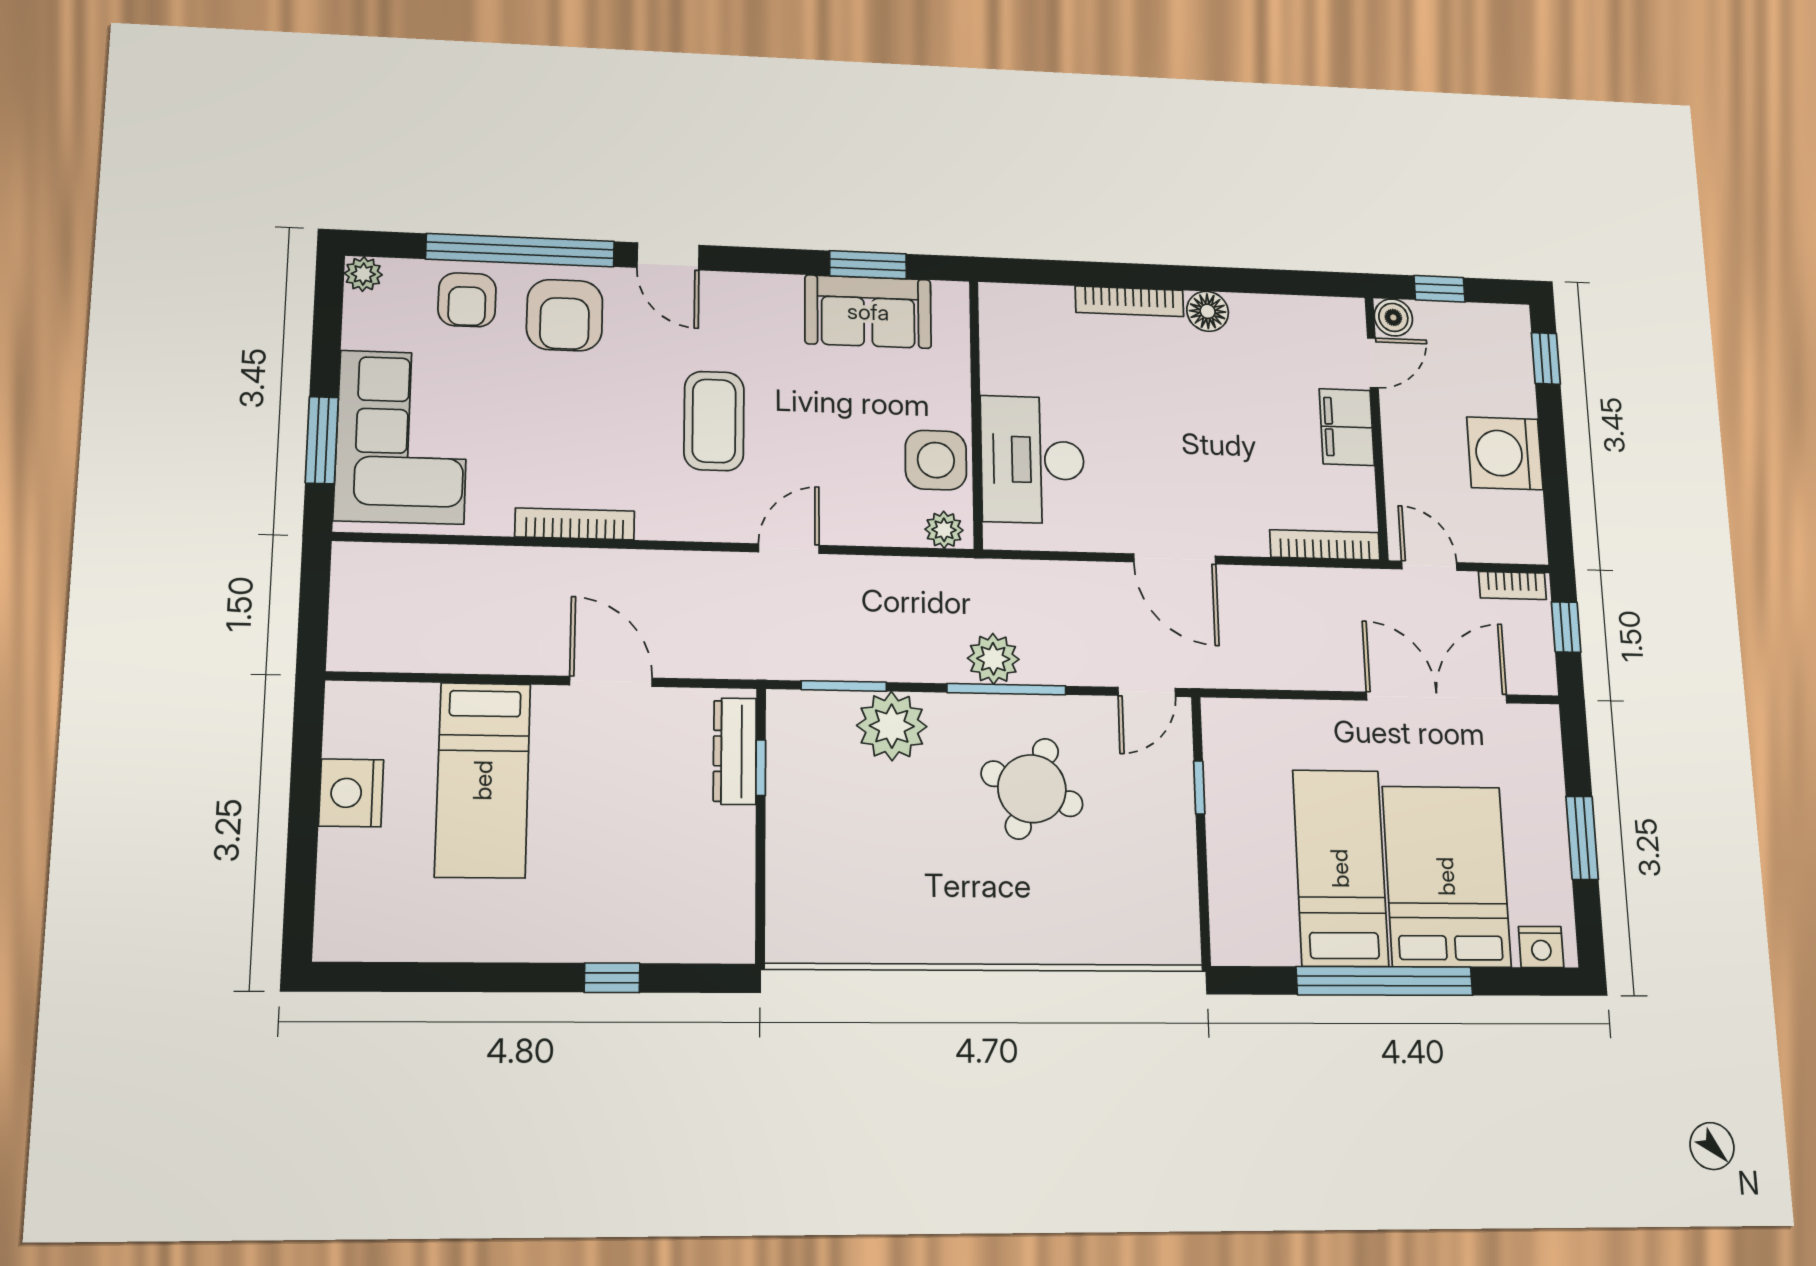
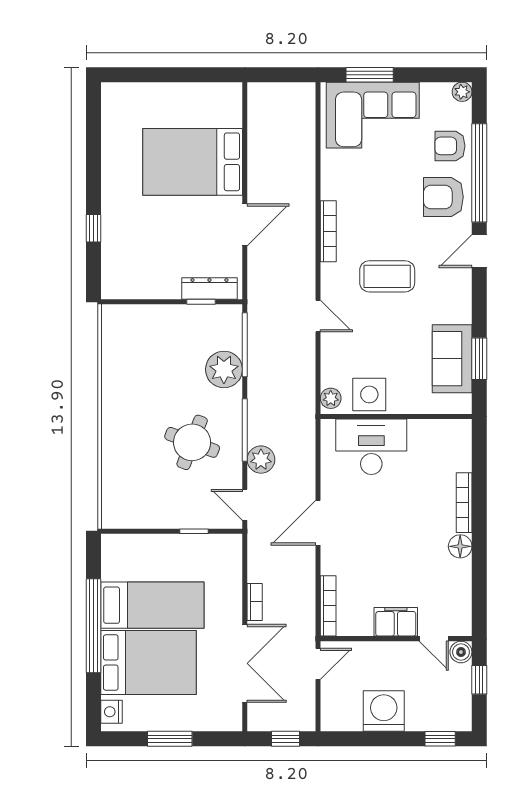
bookcase: (575, 524) -> (328, 231), moved
bookcase: (1512, 586) -> (255, 602), moved, turned 180
plant: (993, 659) -> (261, 460), moved
window: (844, 686) -> (245, 345), width x1.44
bed: (483, 780) -> (193, 162), width x1.50
nightstand: (351, 793) -> (185, 97), removed

